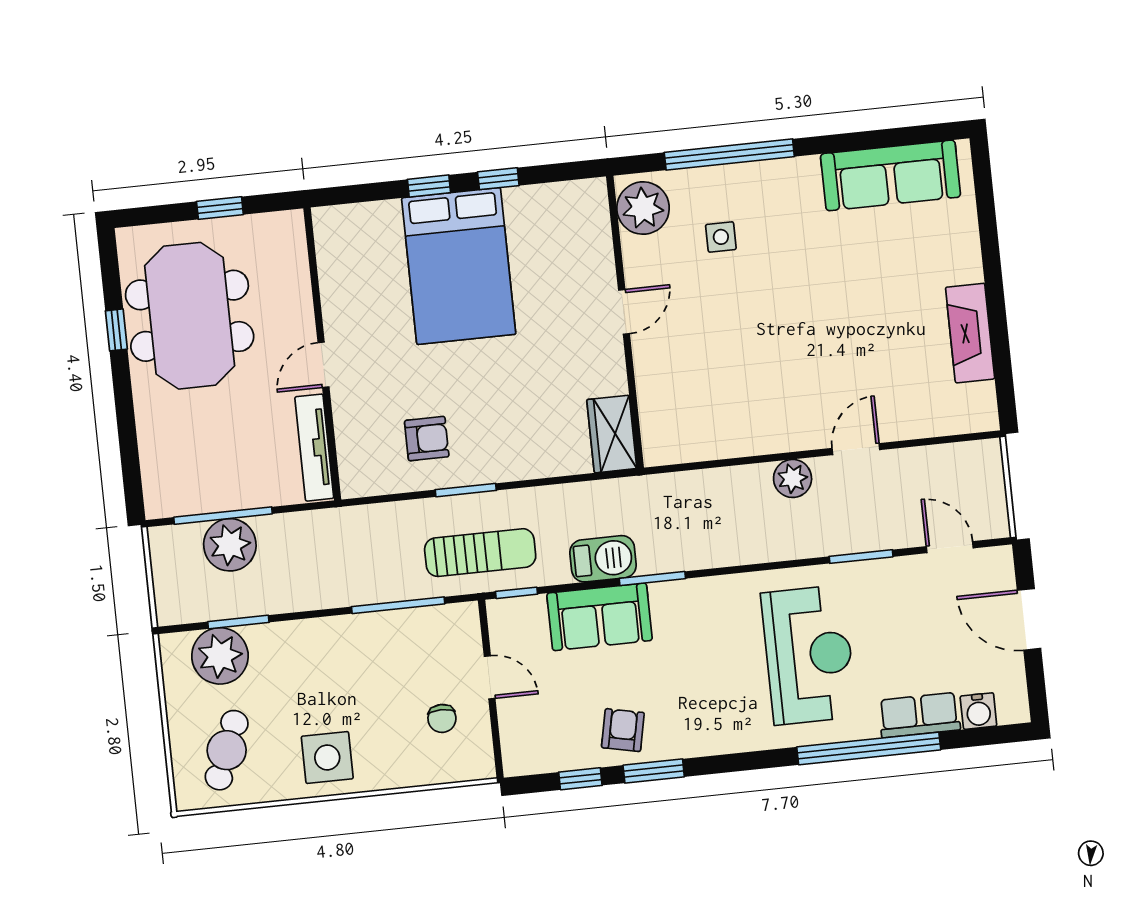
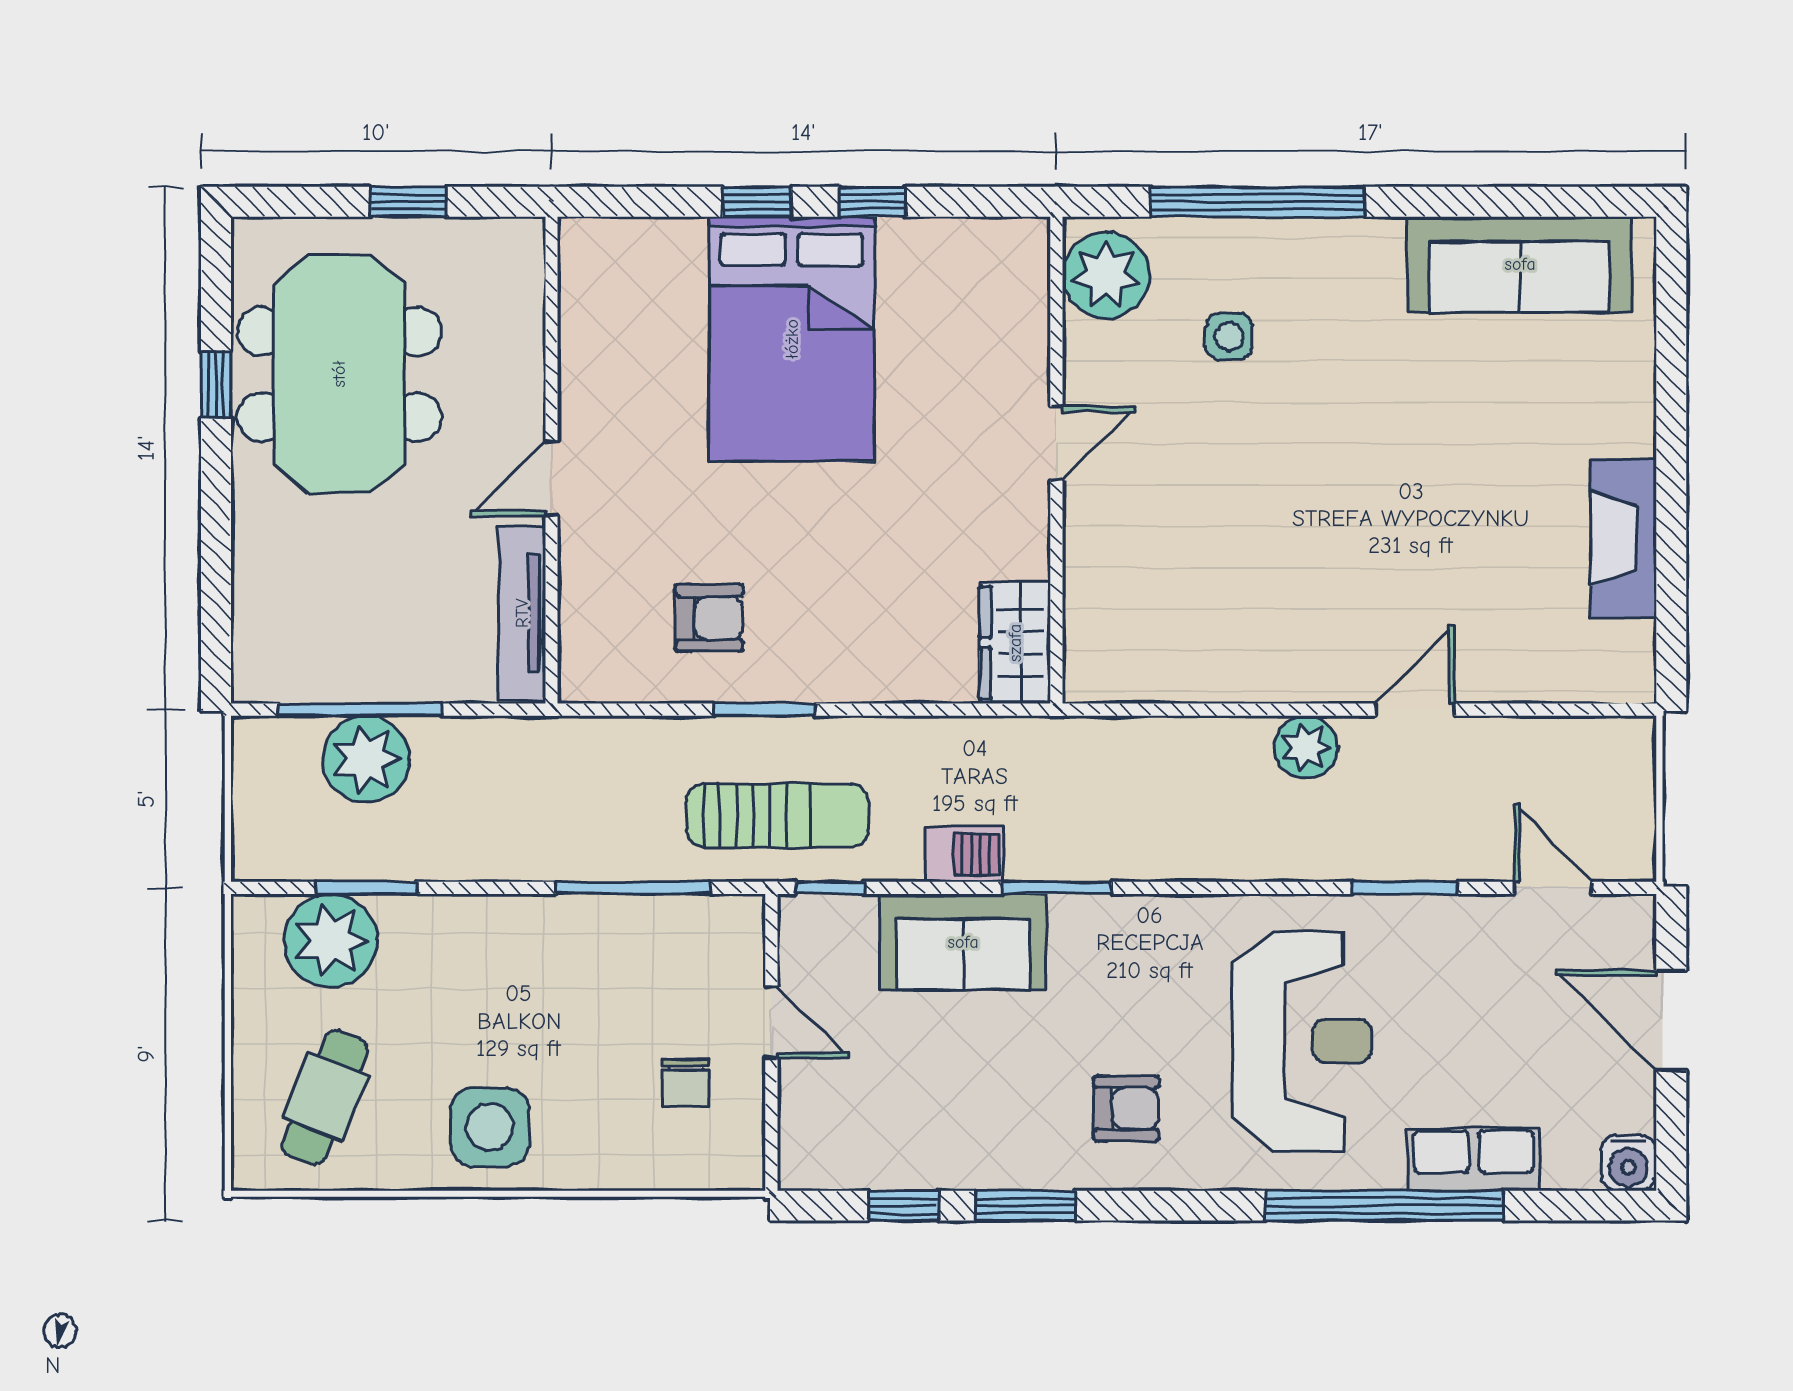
barbecue: (603, 559) -> (964, 854), width x0.73, depth x0.79
water cooler: (978, 711) -> (1629, 1163), moved
armchair: (623, 730) -> (1126, 1108), moved, turned 78

